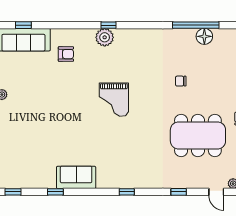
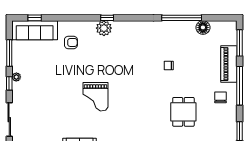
floor lamp: (204, 36) -> (203, 27), moved
grand piano: (114, 100) -> (96, 97), moved
dining table: (198, 135) -> (183, 112), width x0.53, depth x0.80

